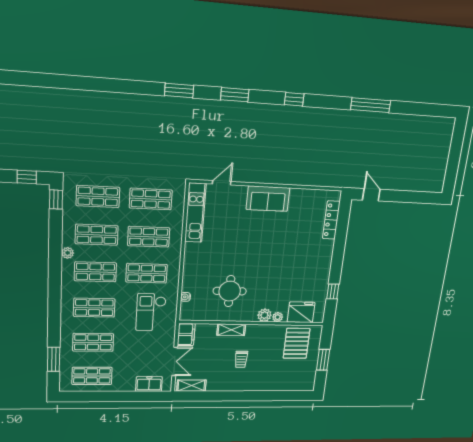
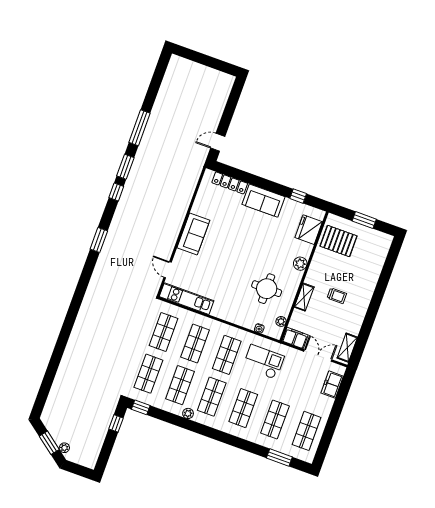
window: (179, 90) -> (125, 167), moved
sofa: (320, 260) -> (263, 201), added
checkout: (151, 312) -> (264, 362), turned 180
plant: (278, 317) -> (281, 321), moved

